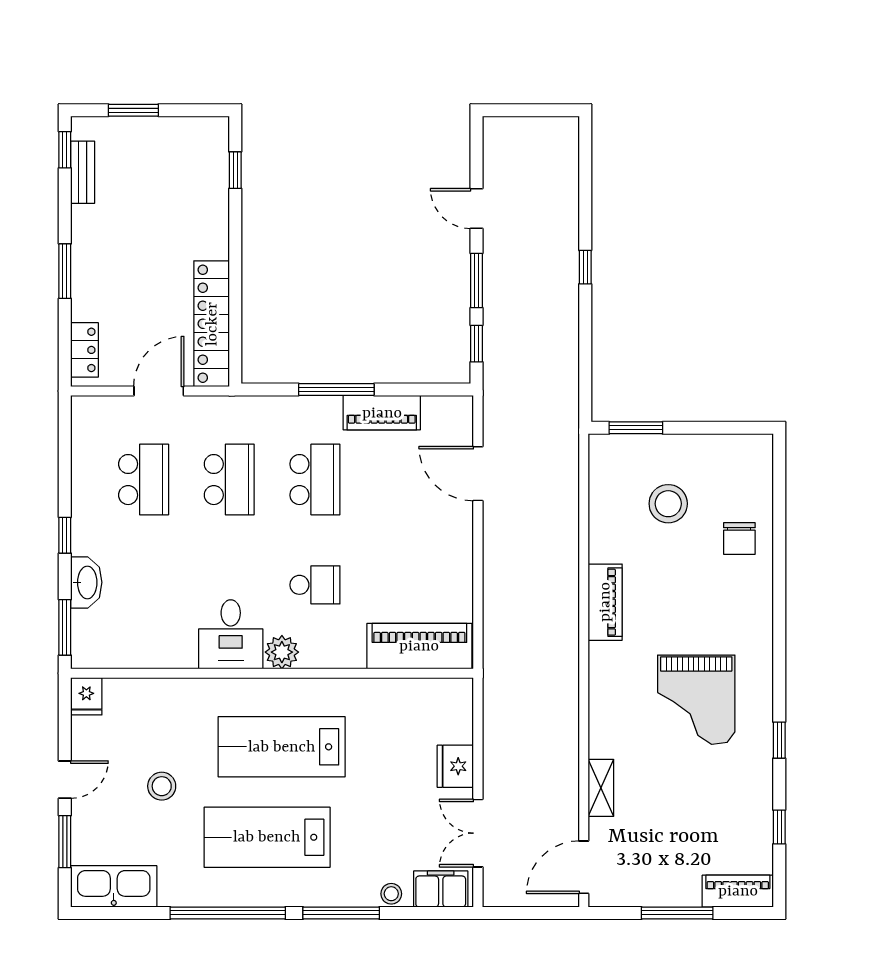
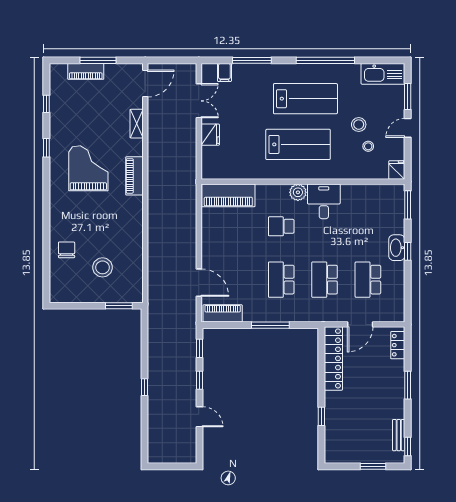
window: (235, 170) -> (321, 416), moved
window: (476, 280) -> (200, 380), width x0.67
piano: (382, 413) -> (223, 313), moved
washbasin: (86, 582) -> (397, 248), moved
piano: (605, 602) -> (134, 176), moved
filing cabinet: (441, 889) -> (224, 73), width x0.50
piano: (738, 891) -> (86, 71), moved
stool: (391, 894) -> (368, 146), moved
window: (341, 913) -> (252, 60), moved

